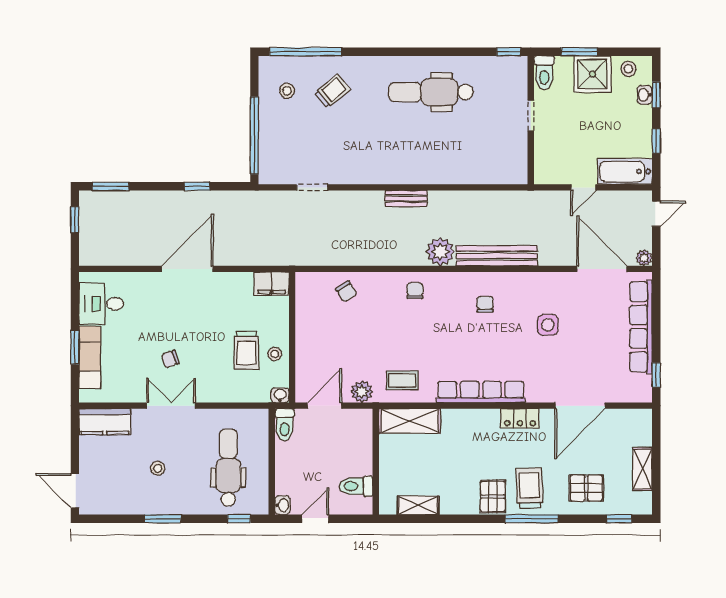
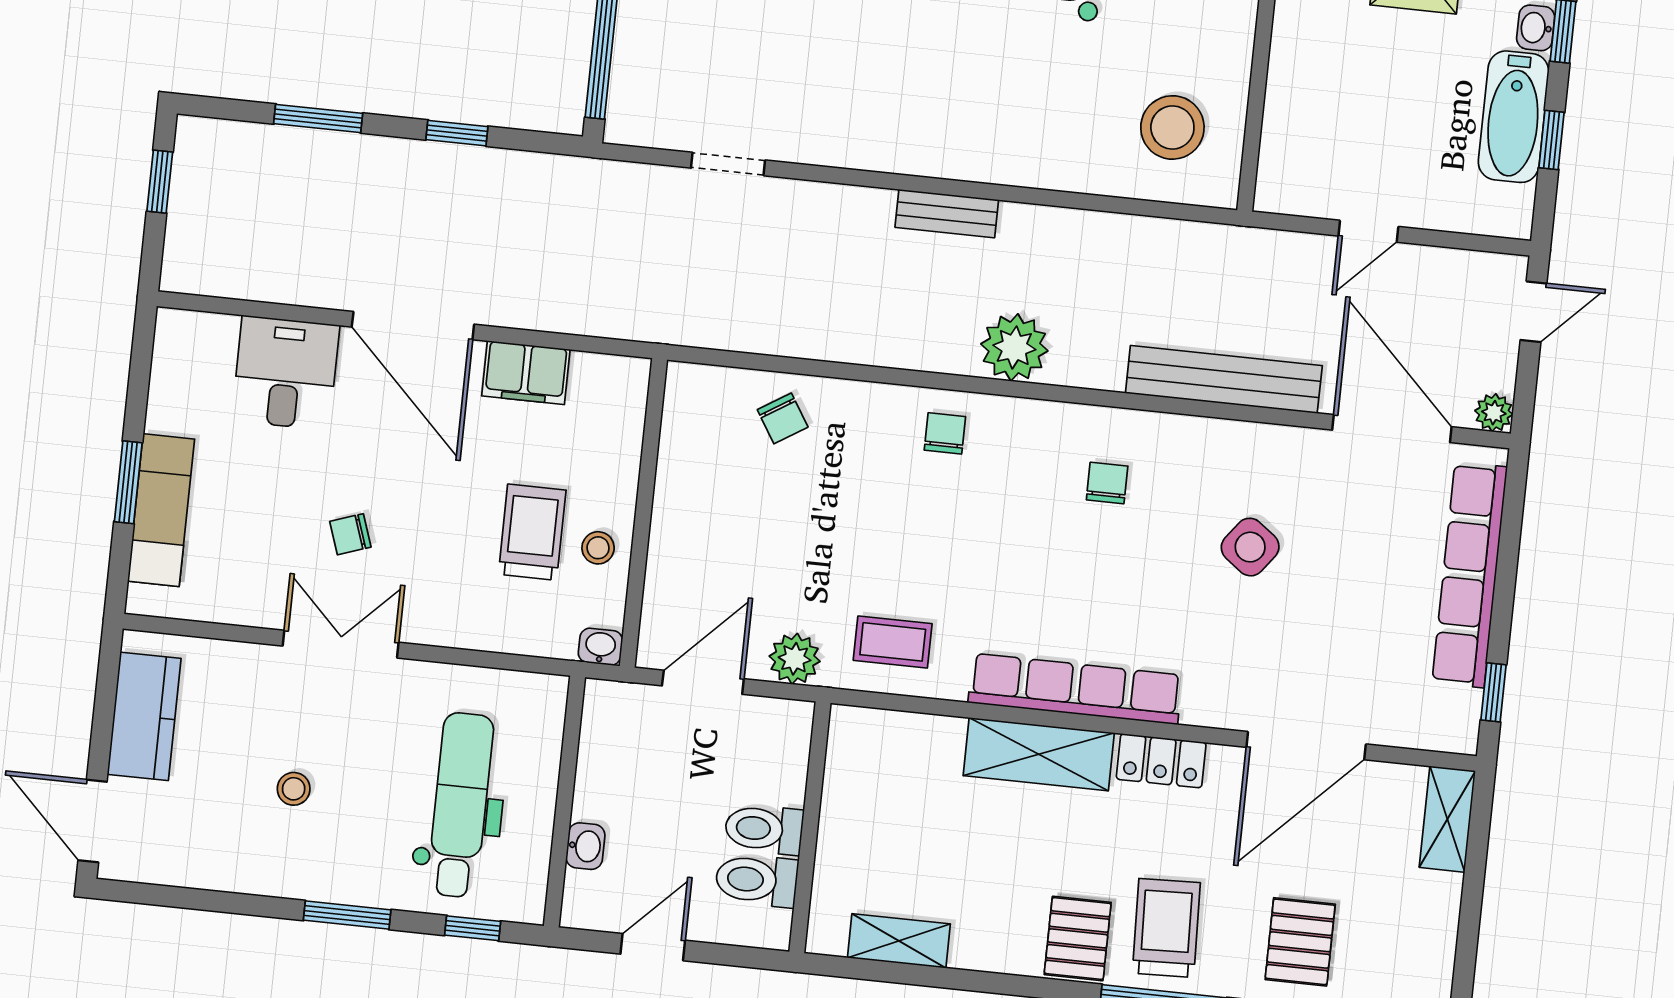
doorway: (531, 116) -> (1262, 49), removed
stool: (497, 152) -> (1172, 127), added
bathtub: (625, 171) -> (1514, 117), moved, turned -90
window: (111, 186) -> (318, 118), moved
bench: (497, 256) -> (1224, 379), moved
door: (187, 269) -> (413, 326), swing flipped
filing cabinet: (271, 284) -> (526, 373), moved
desk: (101, 304) -> (286, 373), moved, turned 90
side table: (548, 325) -> (1250, 547), turned 37
trolley: (246, 350) -> (532, 532), turned 180
shelving: (410, 421) -> (1039, 754), moved
kitchen counter: (105, 422) -> (144, 716), moved, turned -90
toilet: (285, 425) -> (764, 829), moved, turned 90
shelving: (642, 469) -> (1447, 819), moved
pallet: (586, 488) -> (1300, 942), turned 90
washbasin: (282, 505) -> (585, 846), moved
window: (163, 519) -> (347, 915), moved

